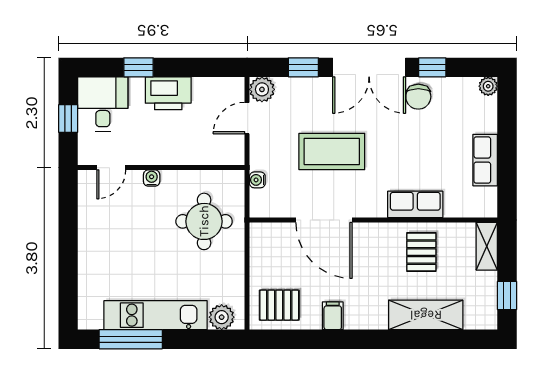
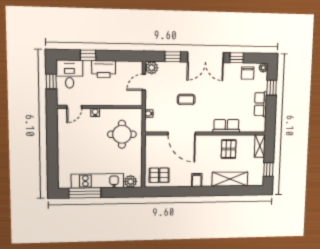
chair: (418, 97) -> (248, 73), moved
window: (507, 126) -> (272, 88), added
coffee table: (332, 151) -> (186, 99), width x0.54, depth x0.58
filing cabinet: (333, 316) -> (197, 180), moved

